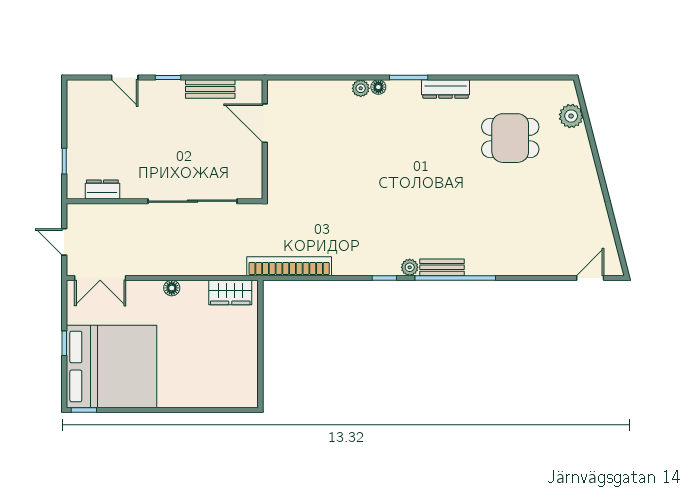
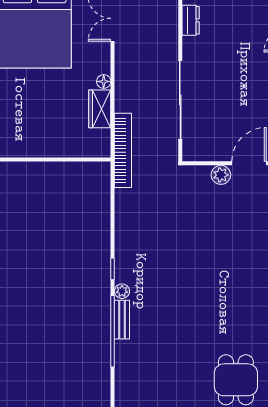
plant: (278, 155) -> (221, 175), added
bookcase: (289, 266) -> (123, 150), moved
wardrobe: (230, 292) -> (100, 109), moved

